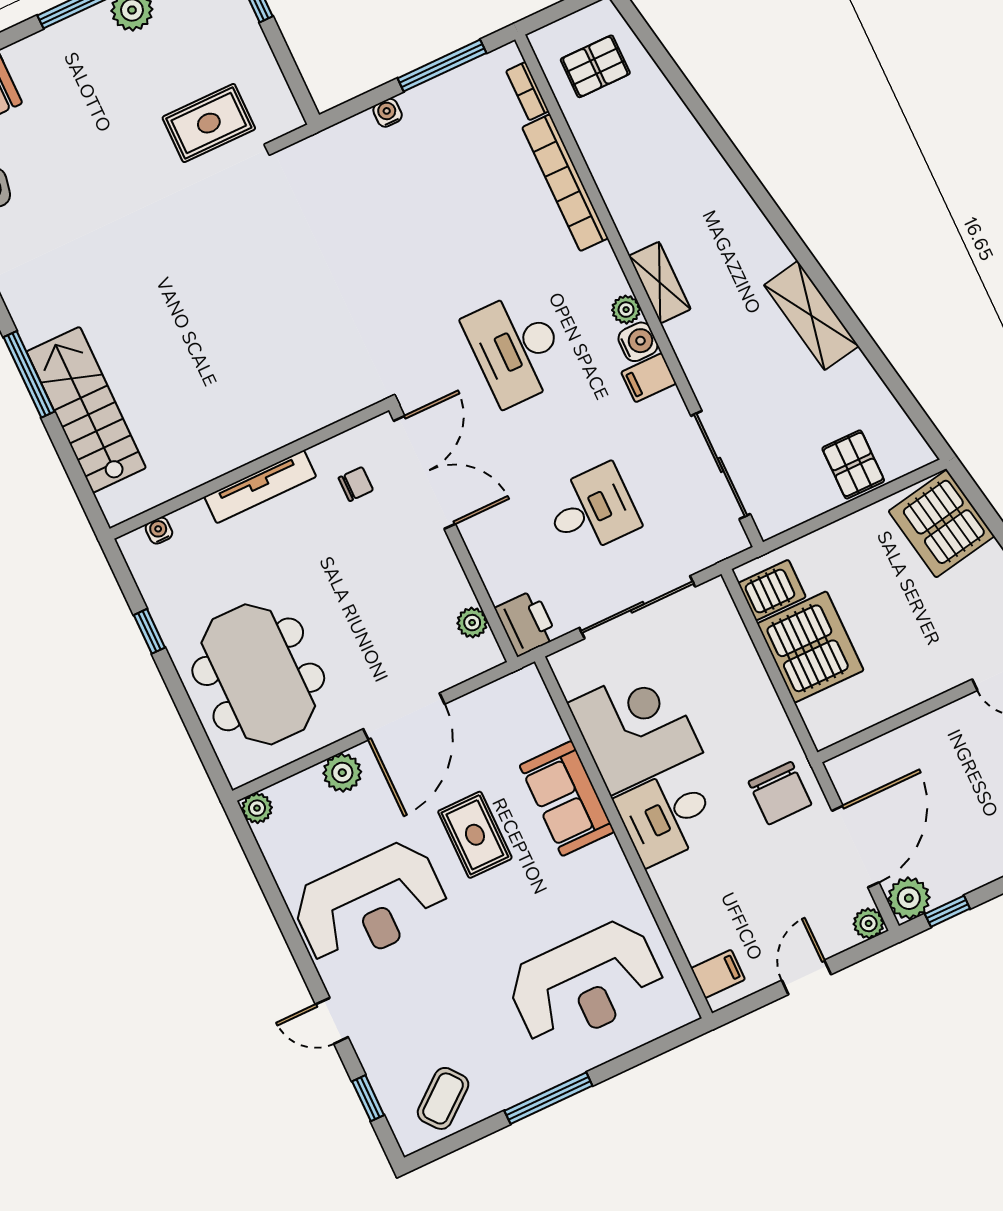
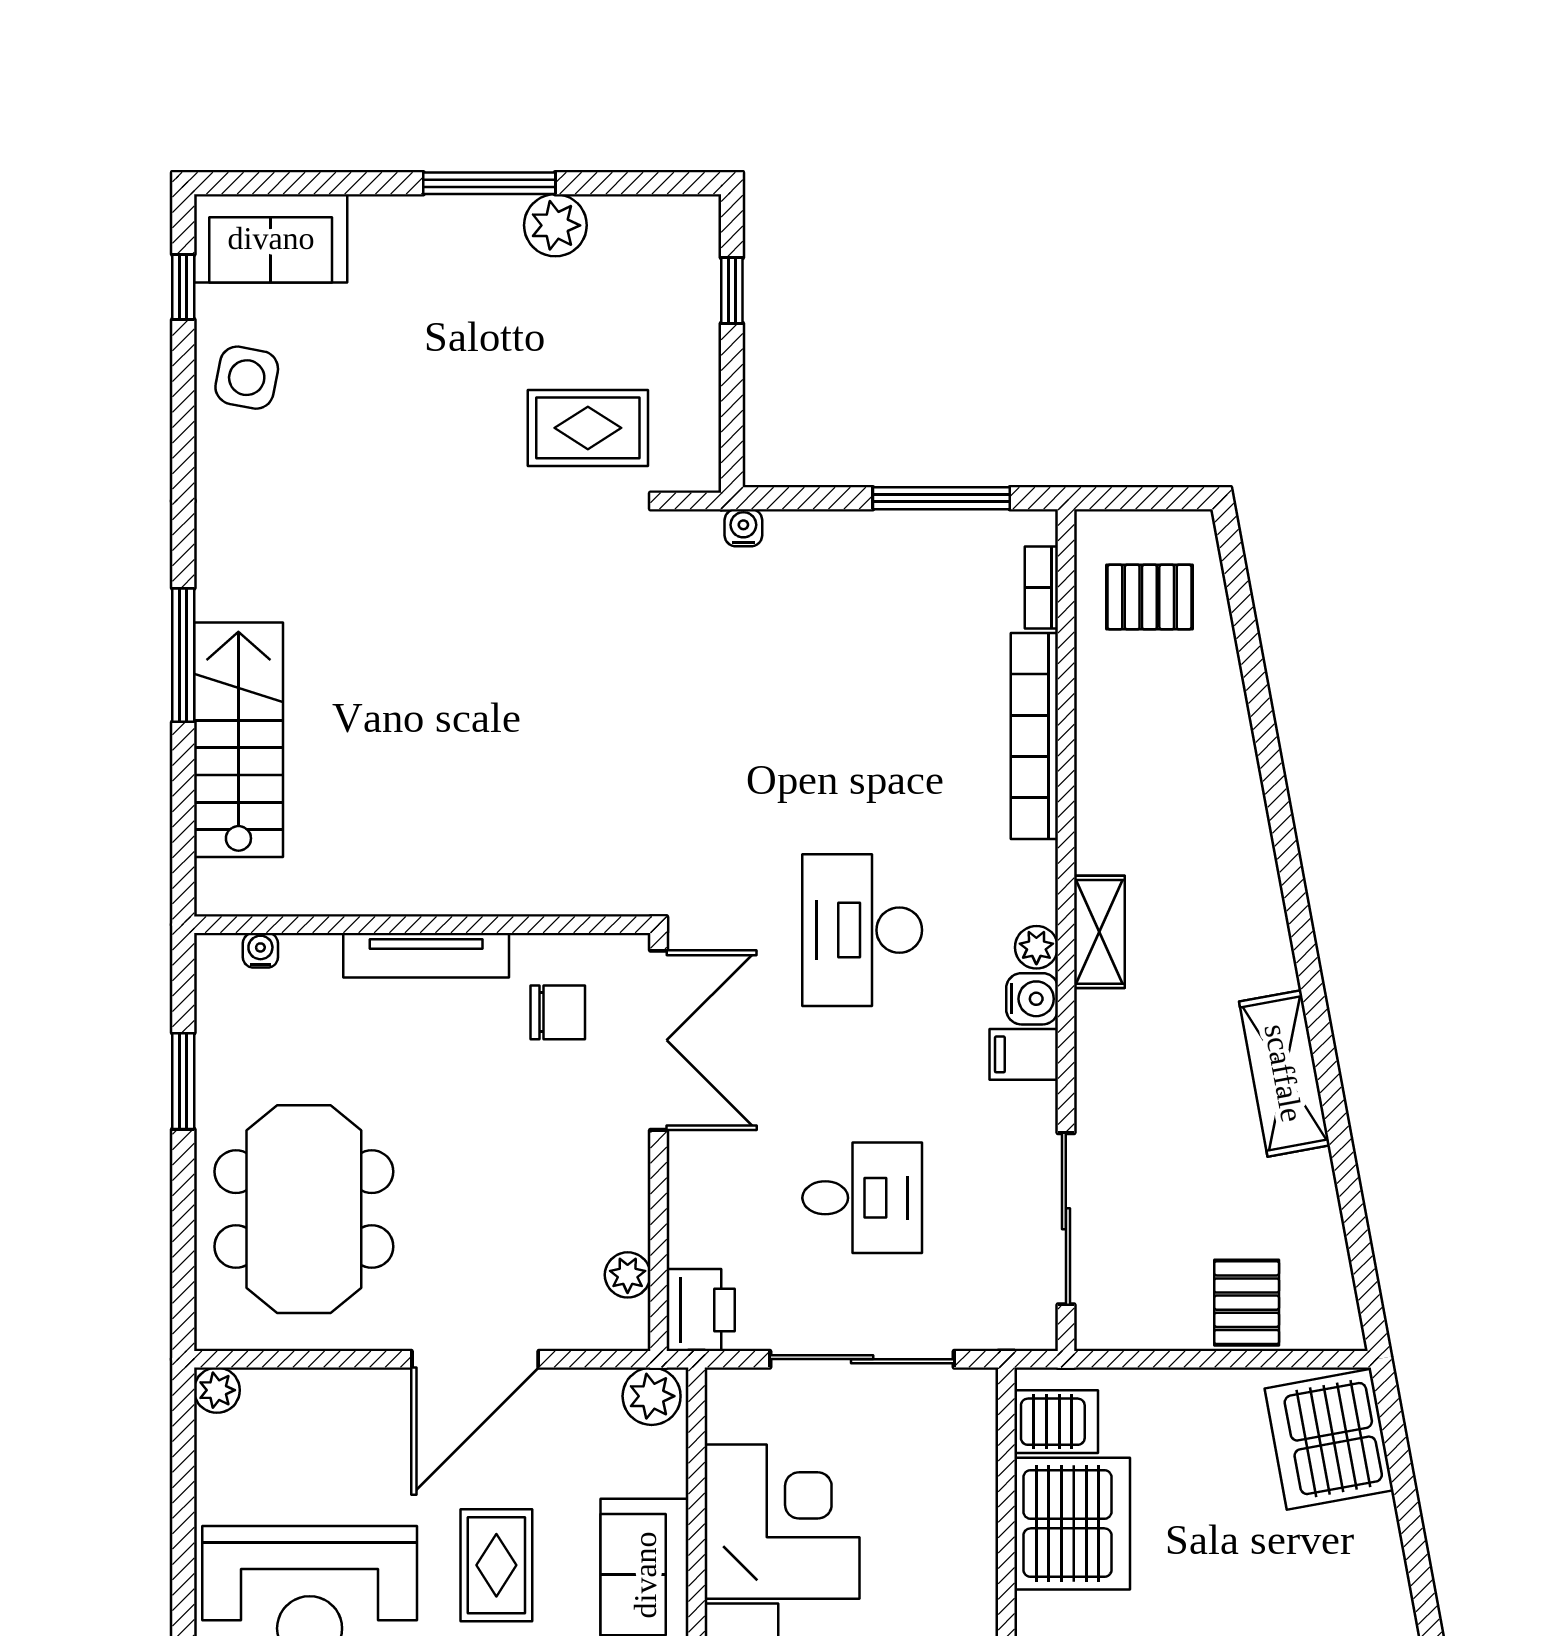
water cooler: (388, 113) -> (743, 528), moved
chair: (356, 484) -> (558, 1012), width x1.37, depth x1.37
window: (149, 631) -> (183, 1081), width x1.50
plant: (342, 773) -> (652, 1396), moved

